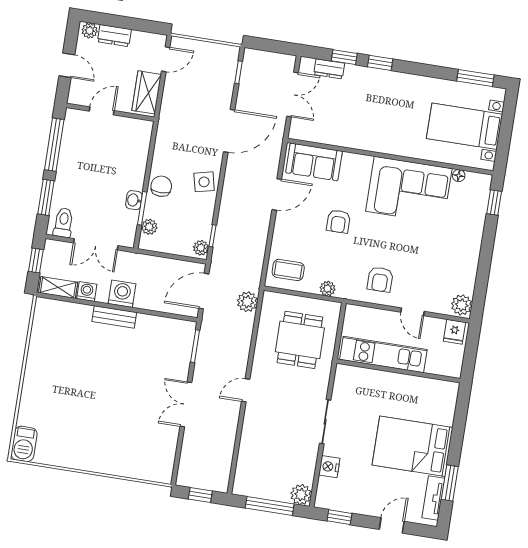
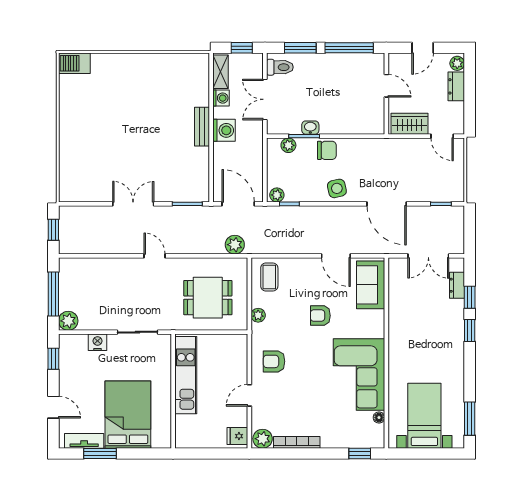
bookcase: (471, 269) -> (297, 442), added
kitchen unit: (383, 355) -> (186, 375), moved
wall: (398, 371) -> (173, 391), moved

